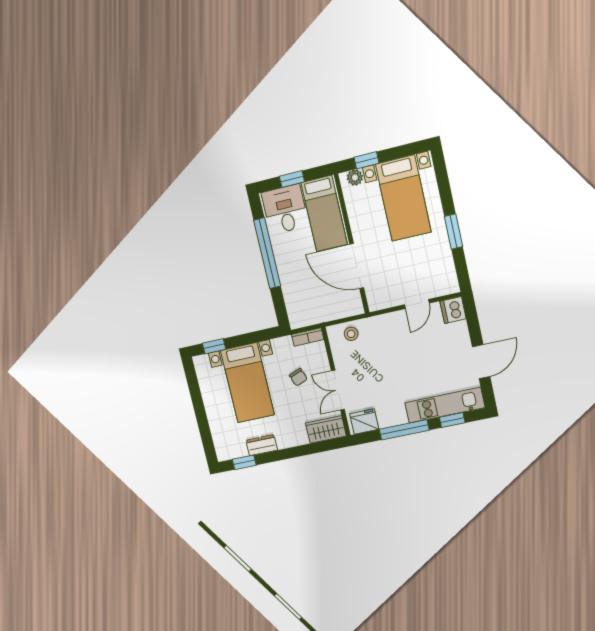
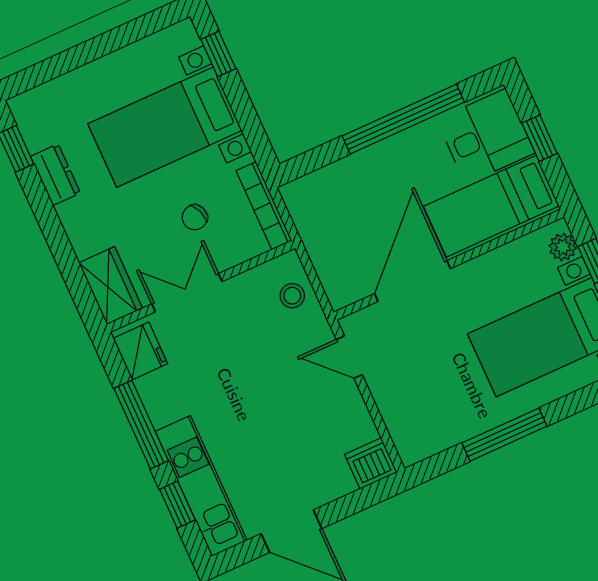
window: (454, 232) -> (504, 435), width x1.44
door: (417, 304) -> (349, 357), moved
bookcase: (308, 337) -> (264, 206), width x1.56

